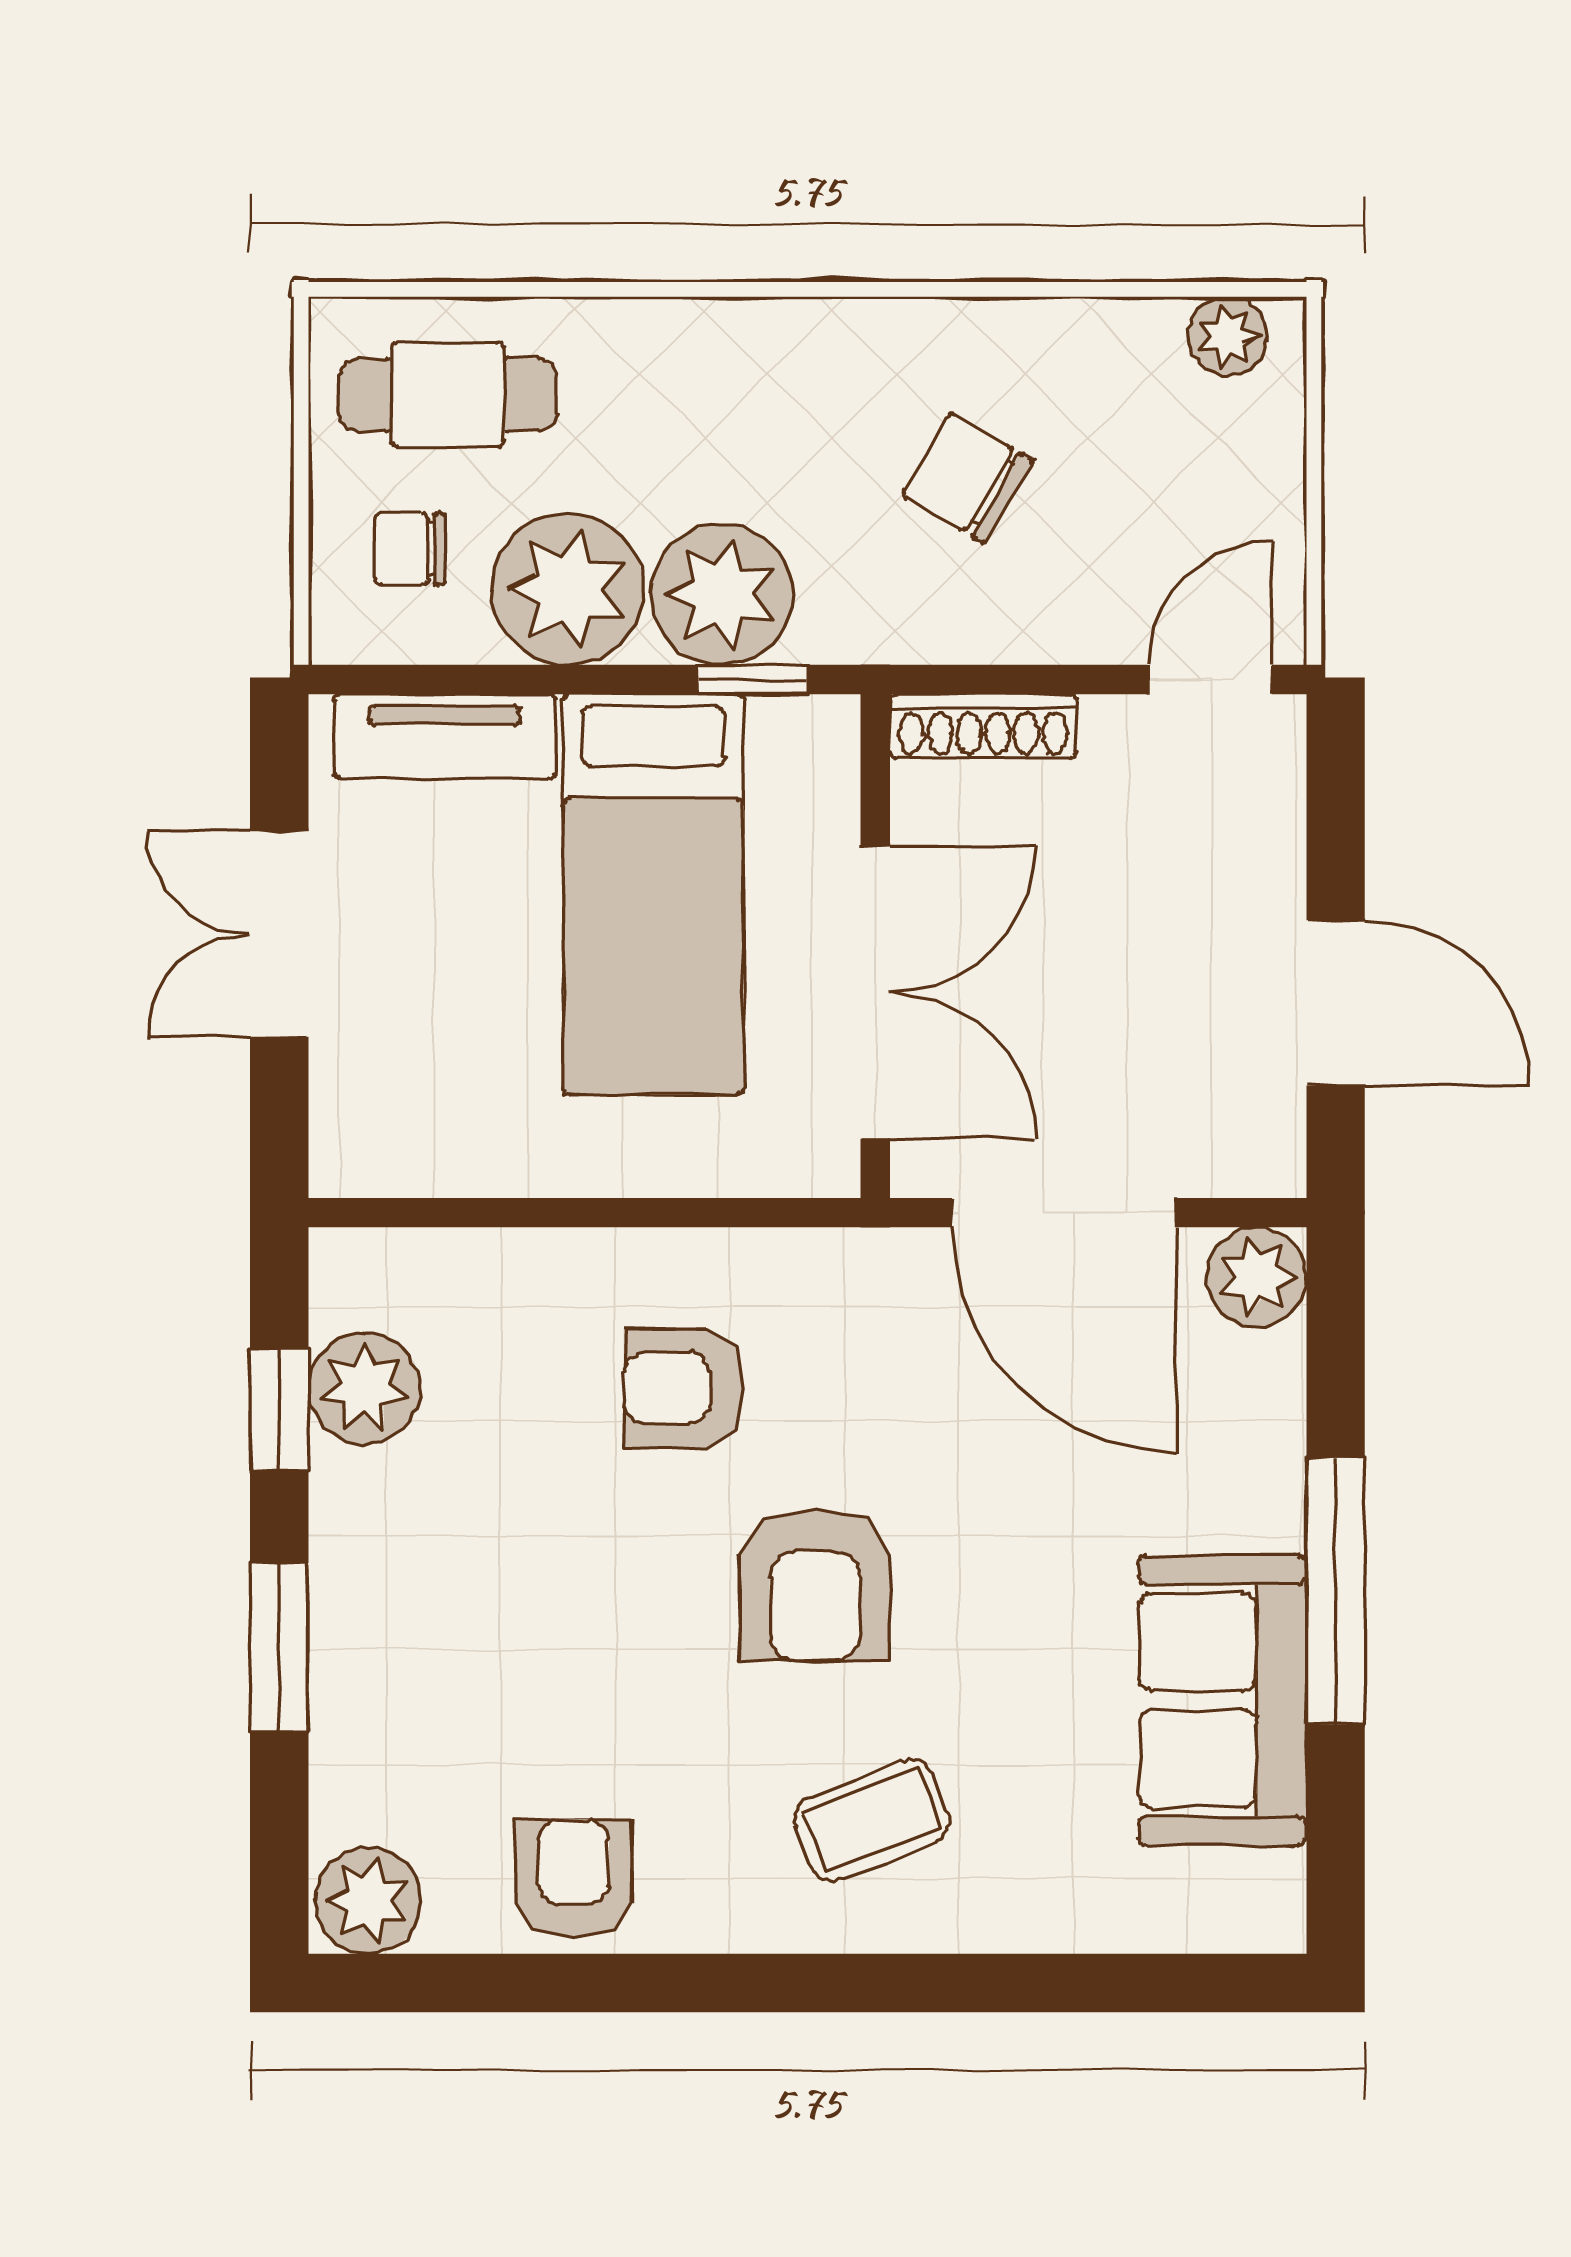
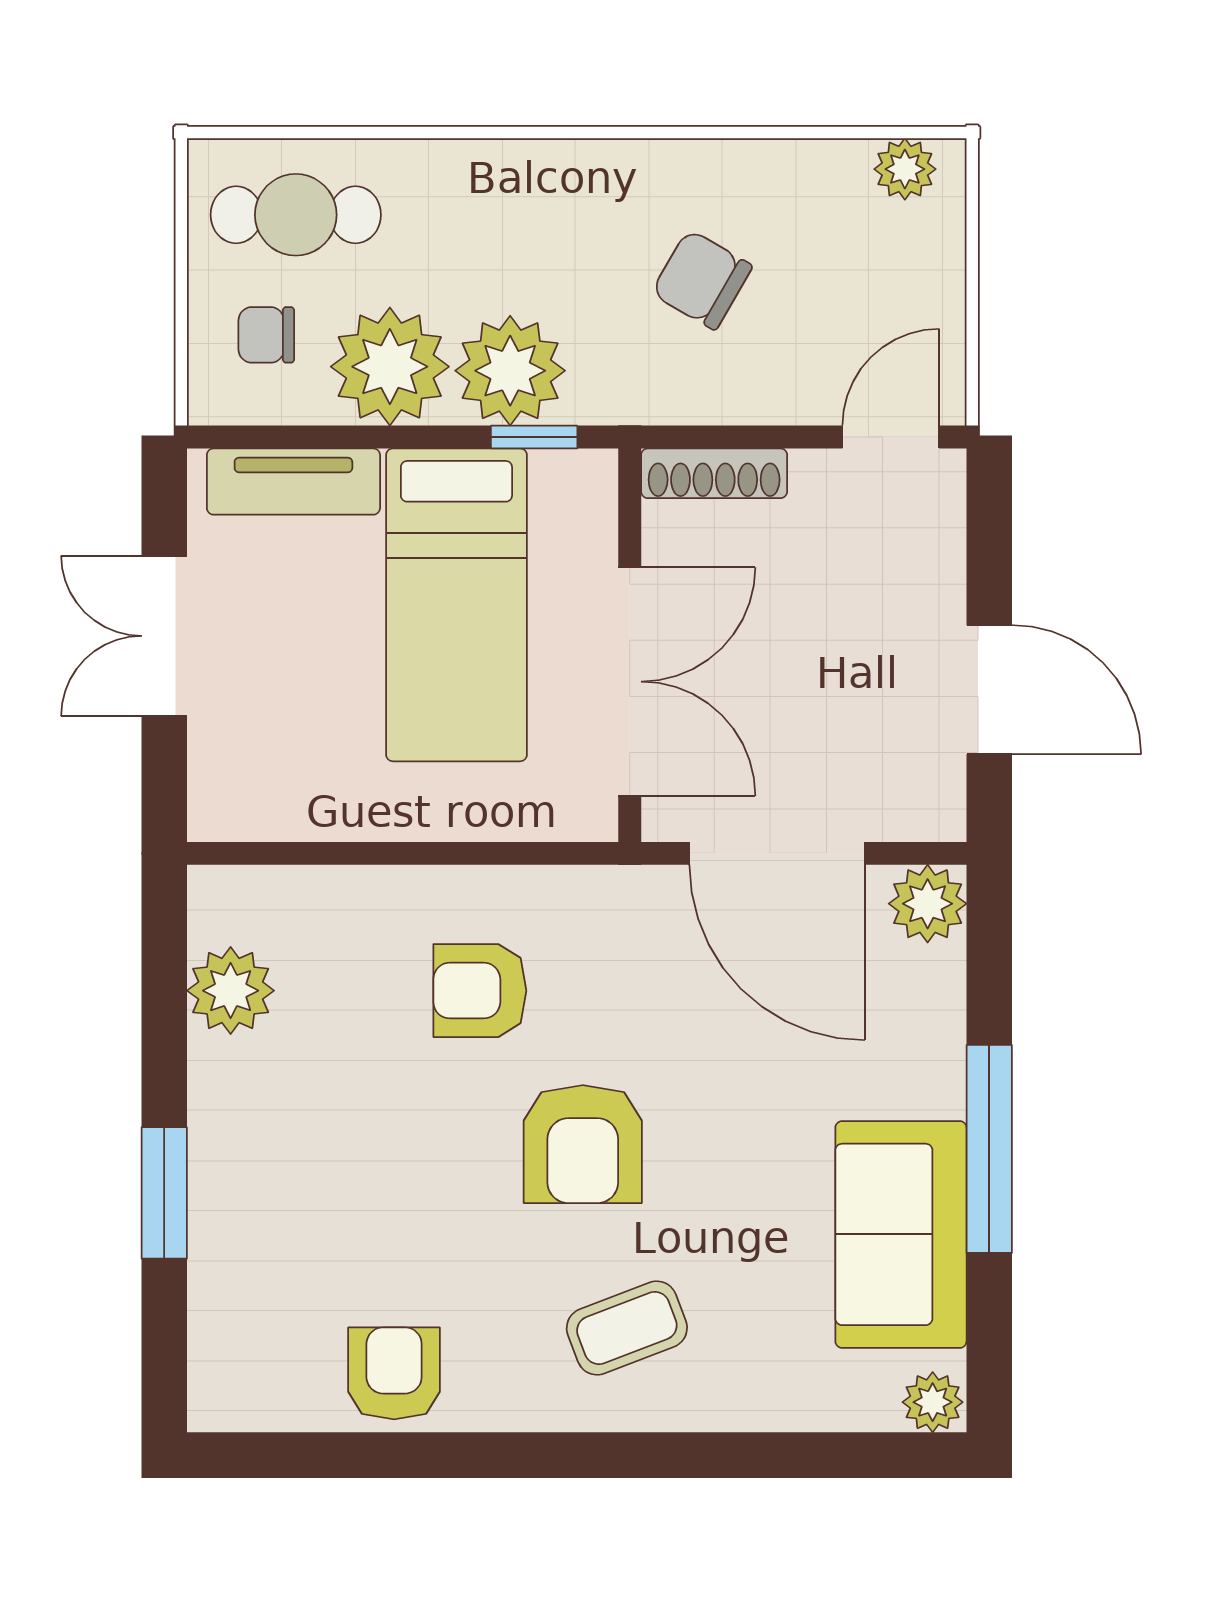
window: (279, 1410) -> (164, 1007), removed
plant: (368, 1901) -> (933, 1402), moved, width x0.73, depth x0.73

